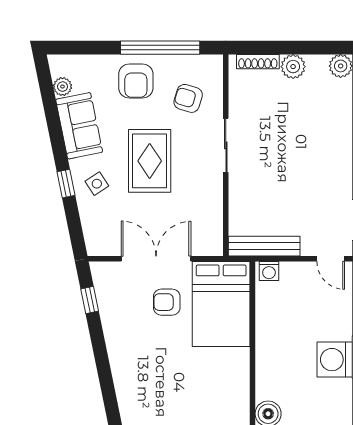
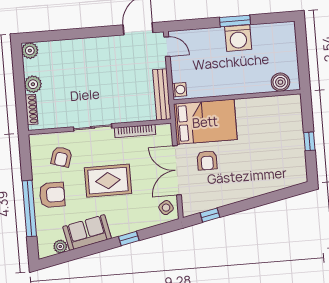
window: (160, 48) -> (29, 208), moved
side table: (97, 184) -> (166, 208), moved
bookcase: (216, 204) -> (135, 131), added
door: (331, 259) -> (167, 47), hinge flipped

